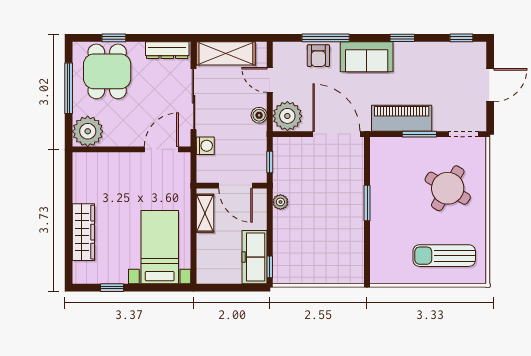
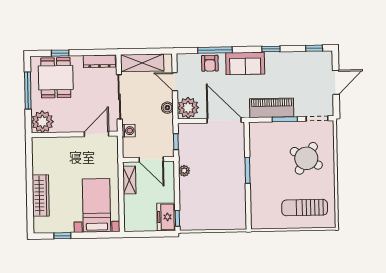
freezer: (255, 257) -> (166, 217), width x0.71

